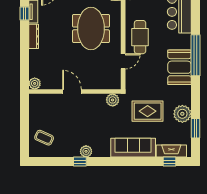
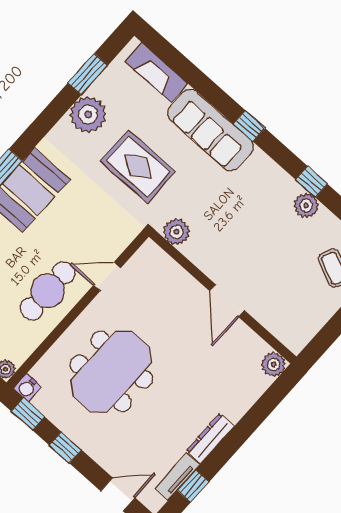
plant: (86, 151) -> (306, 205), moved
window: (169, 162) -> (249, 126), moved

